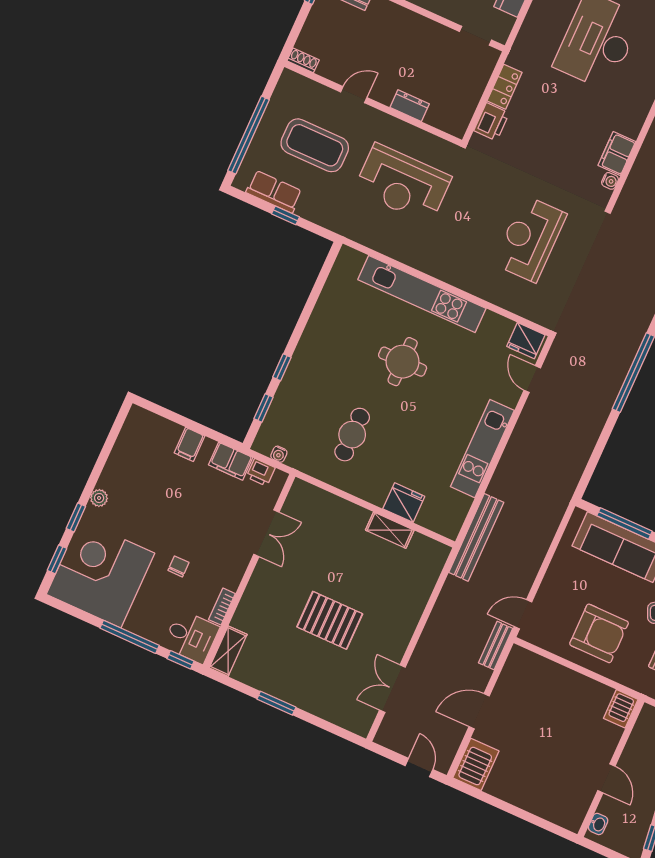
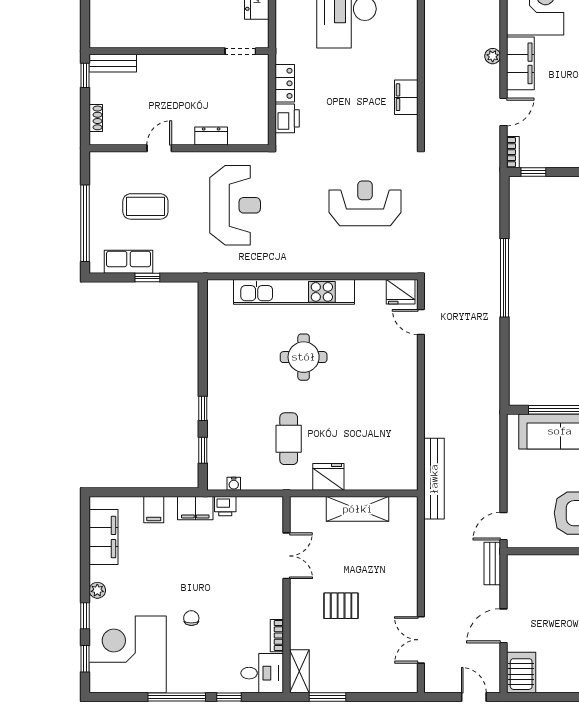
shoe rack: (303, 60) -> (96, 118), moved, turned 90
coffee table: (315, 145) -> (145, 206), width x0.73, depth x0.76
water cooler: (610, 181) -> (411, 123), removed
reception desk: (403, 184) -> (235, 205), turned -90
reception desk: (530, 239) -> (365, 203), turned 90
filing cabinet: (129, 449) -> (103, 537), added
kitchen unit: (482, 449) -> (405, 401), removed
fridge: (404, 503) -> (328, 477), moved
shelving: (390, 530) -> (358, 509), width x1.50, depth x1.33
double door: (266, 533) -> (287, 556), moved
wall: (249, 571) -> (287, 595), moved
bookcase: (222, 607) -> (277, 636), moved
pallet: (330, 620) -> (341, 606), width x0.67, depth x0.71
desk: (191, 637) -> (262, 673), moved
shelving: (228, 651) -> (299, 671), moved

